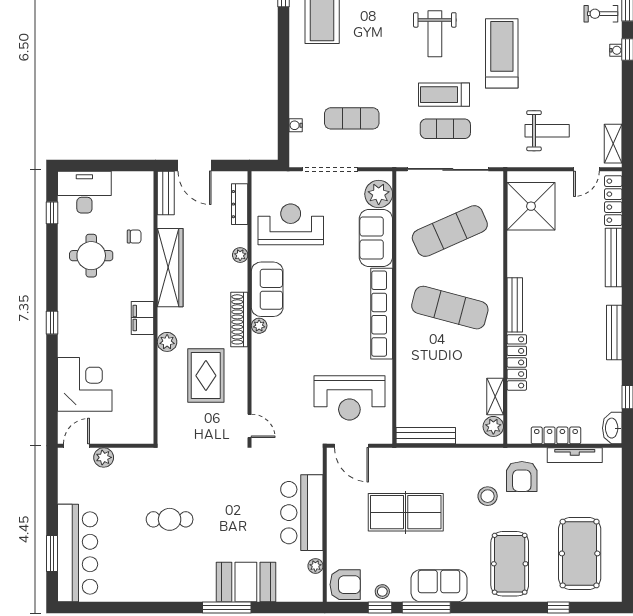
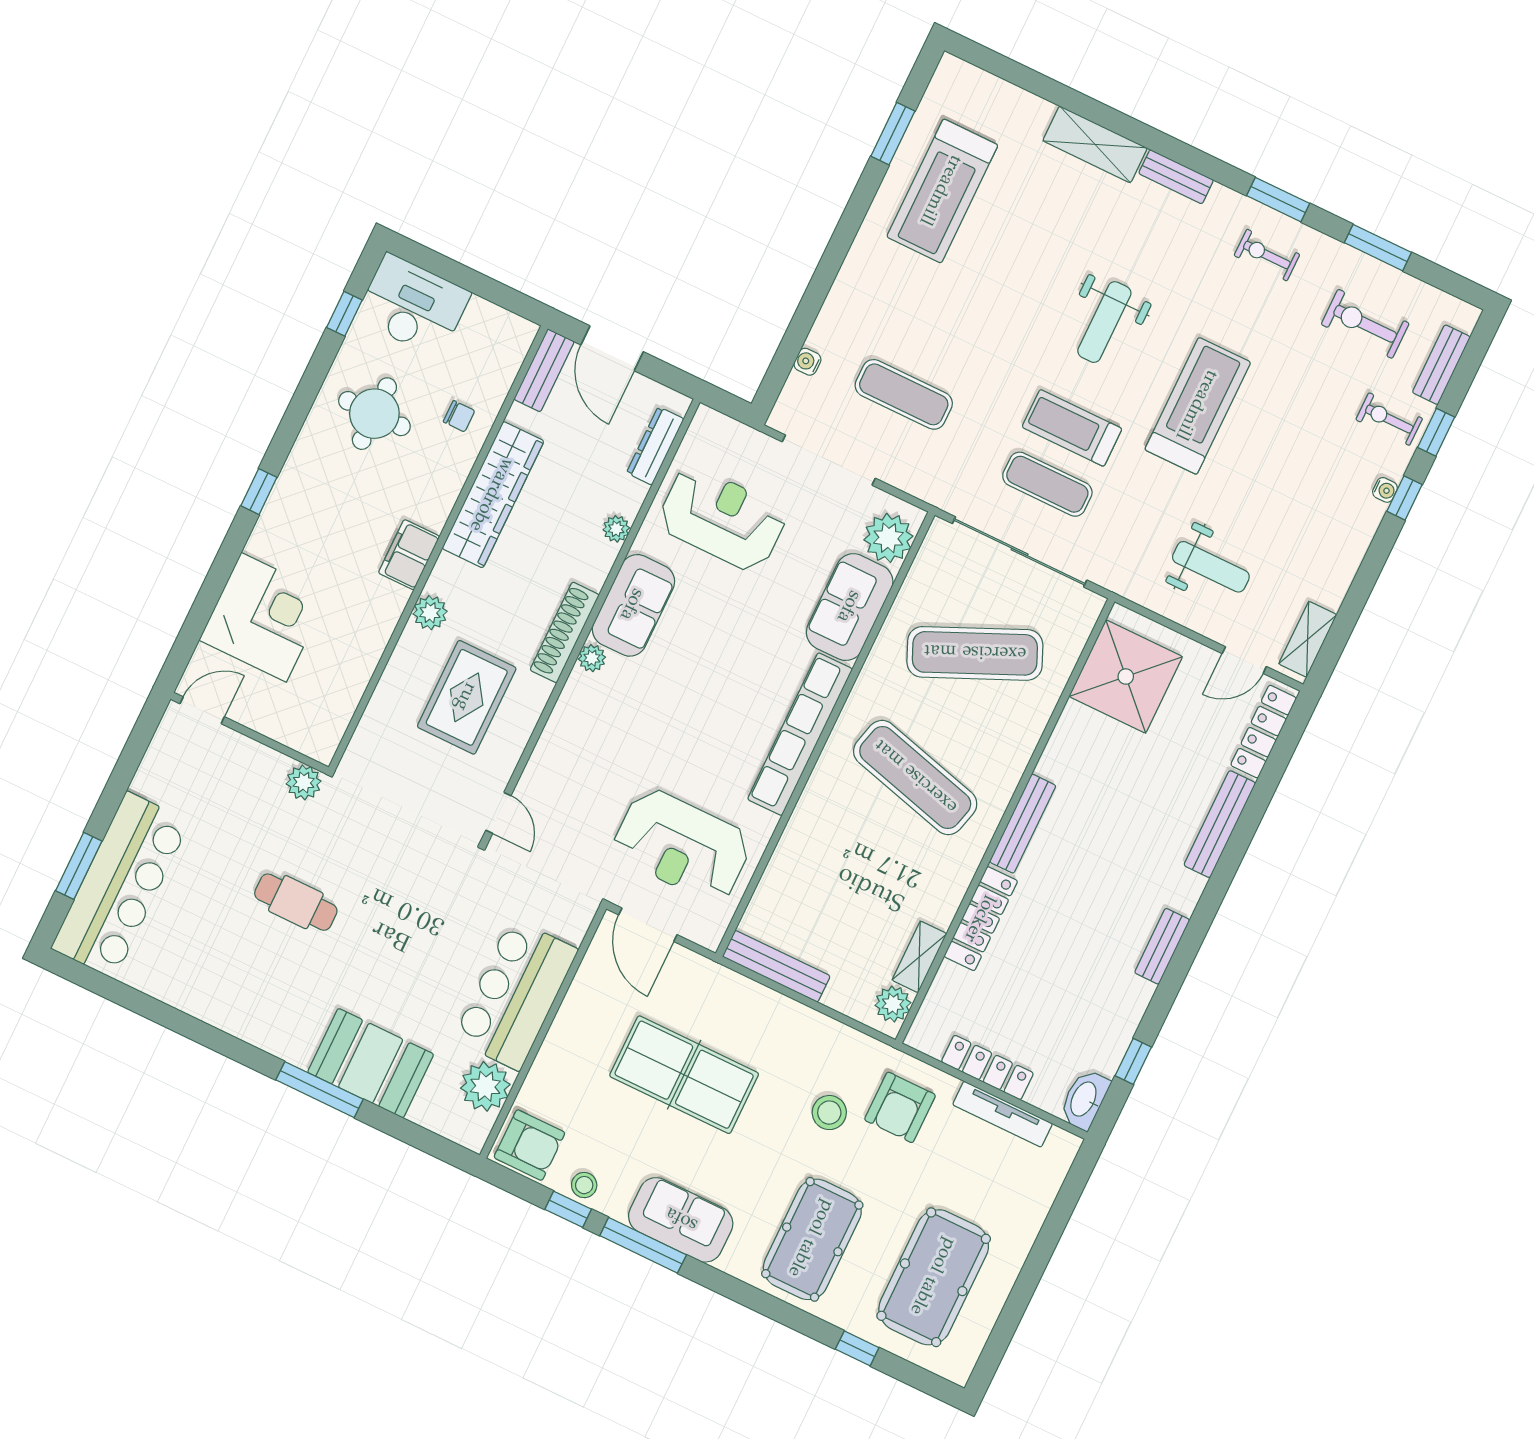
bench: (614, 333) -> (1162, 946), width x0.73
plant: (104, 457) -> (304, 782), moved
plant: (315, 566) -> (485, 1086), width x1.88, depth x1.88

